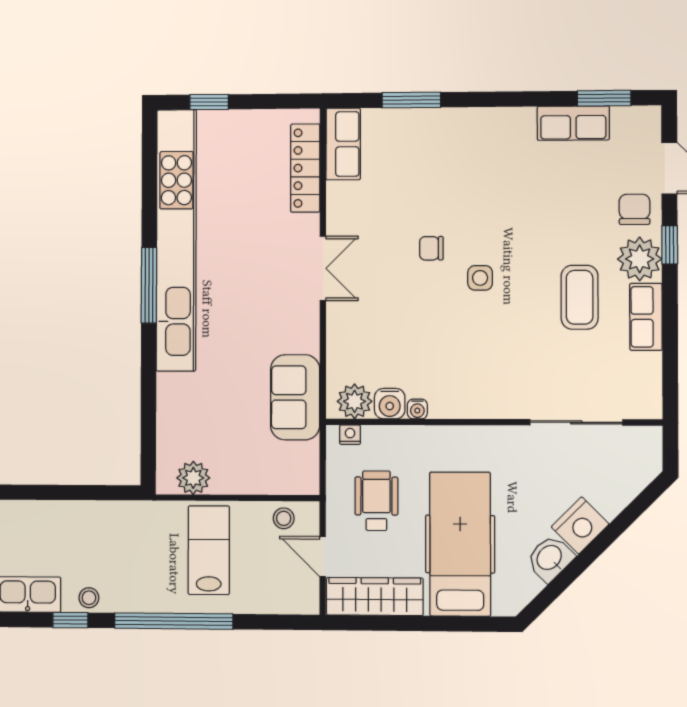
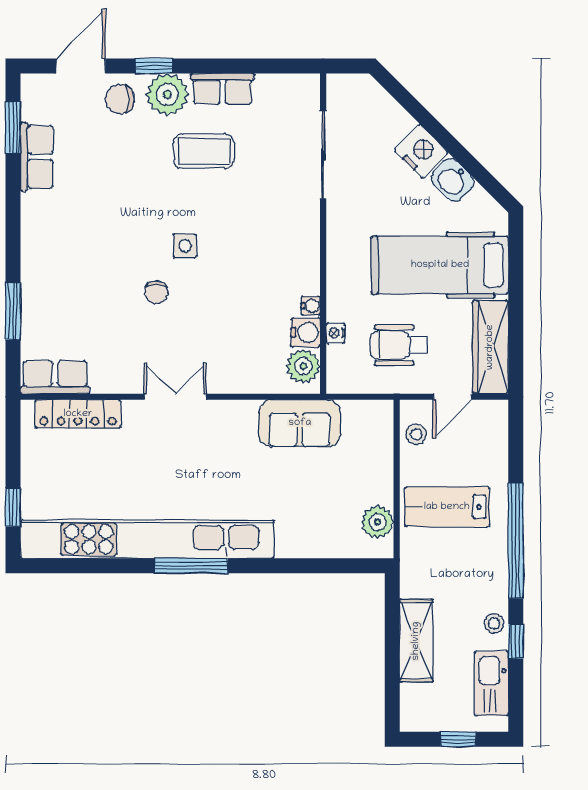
nightstand: (350, 435) -> (335, 333), moved
shelving: (72, 517) -> (416, 641), added

